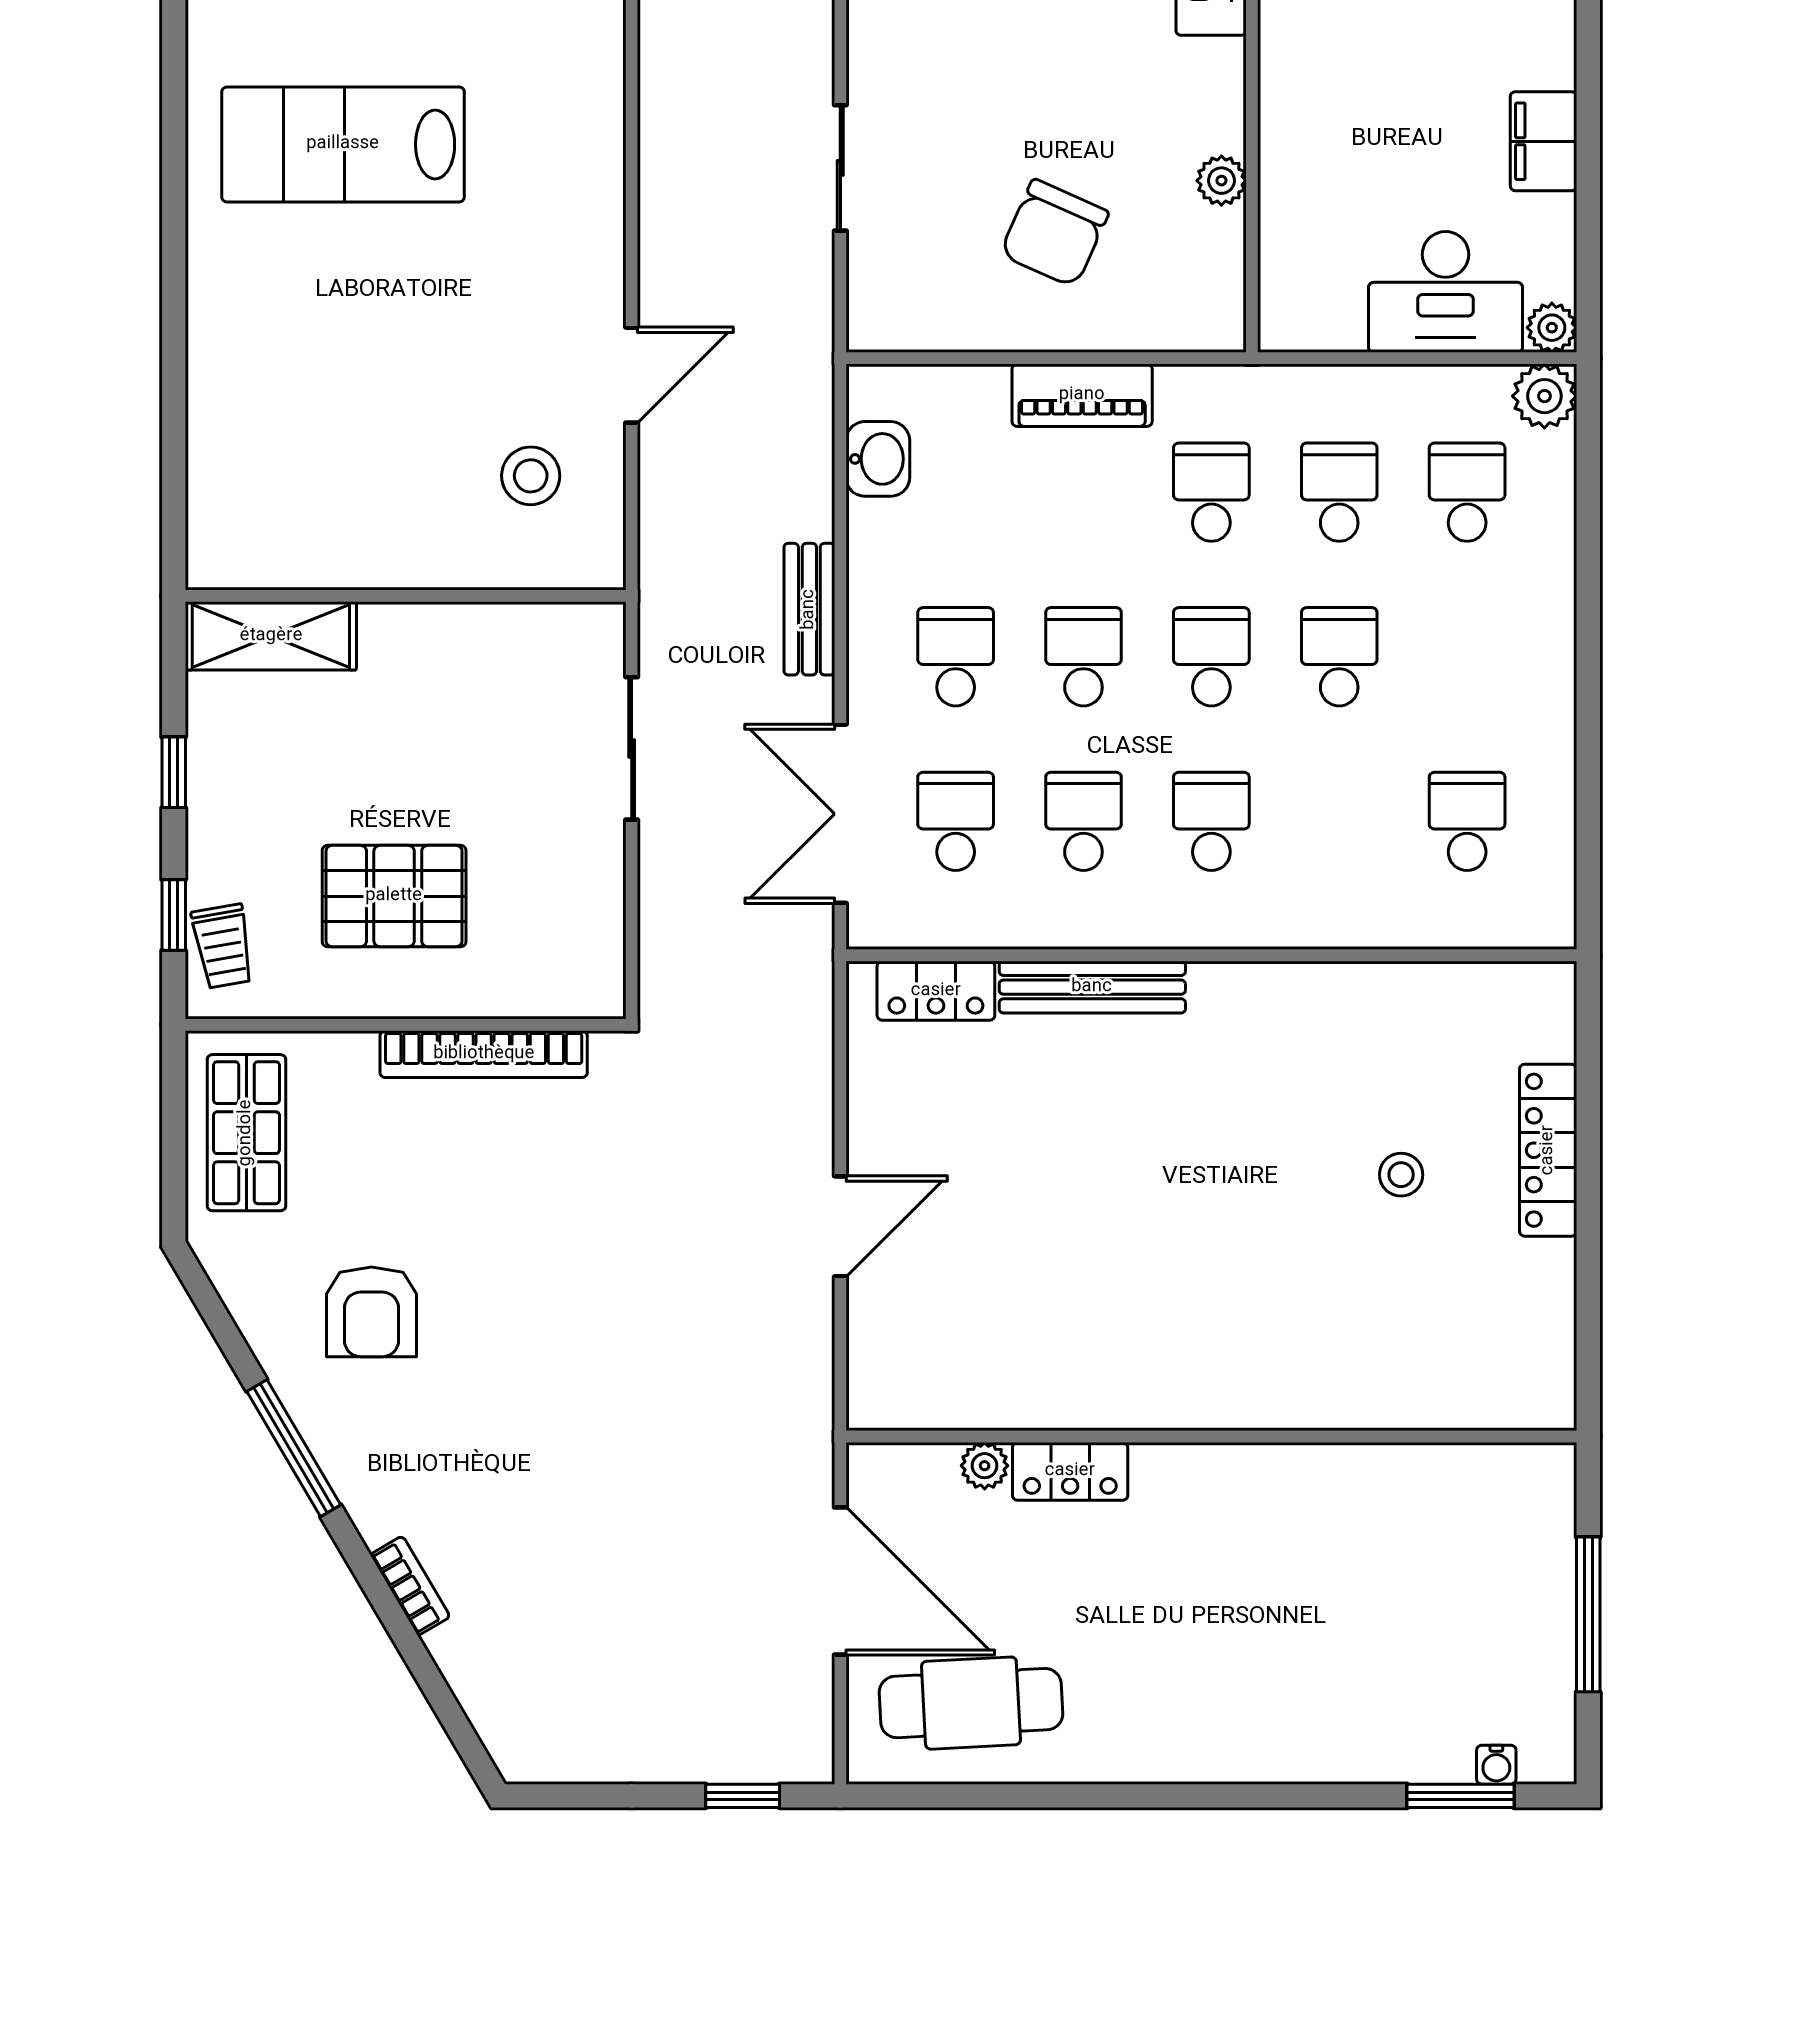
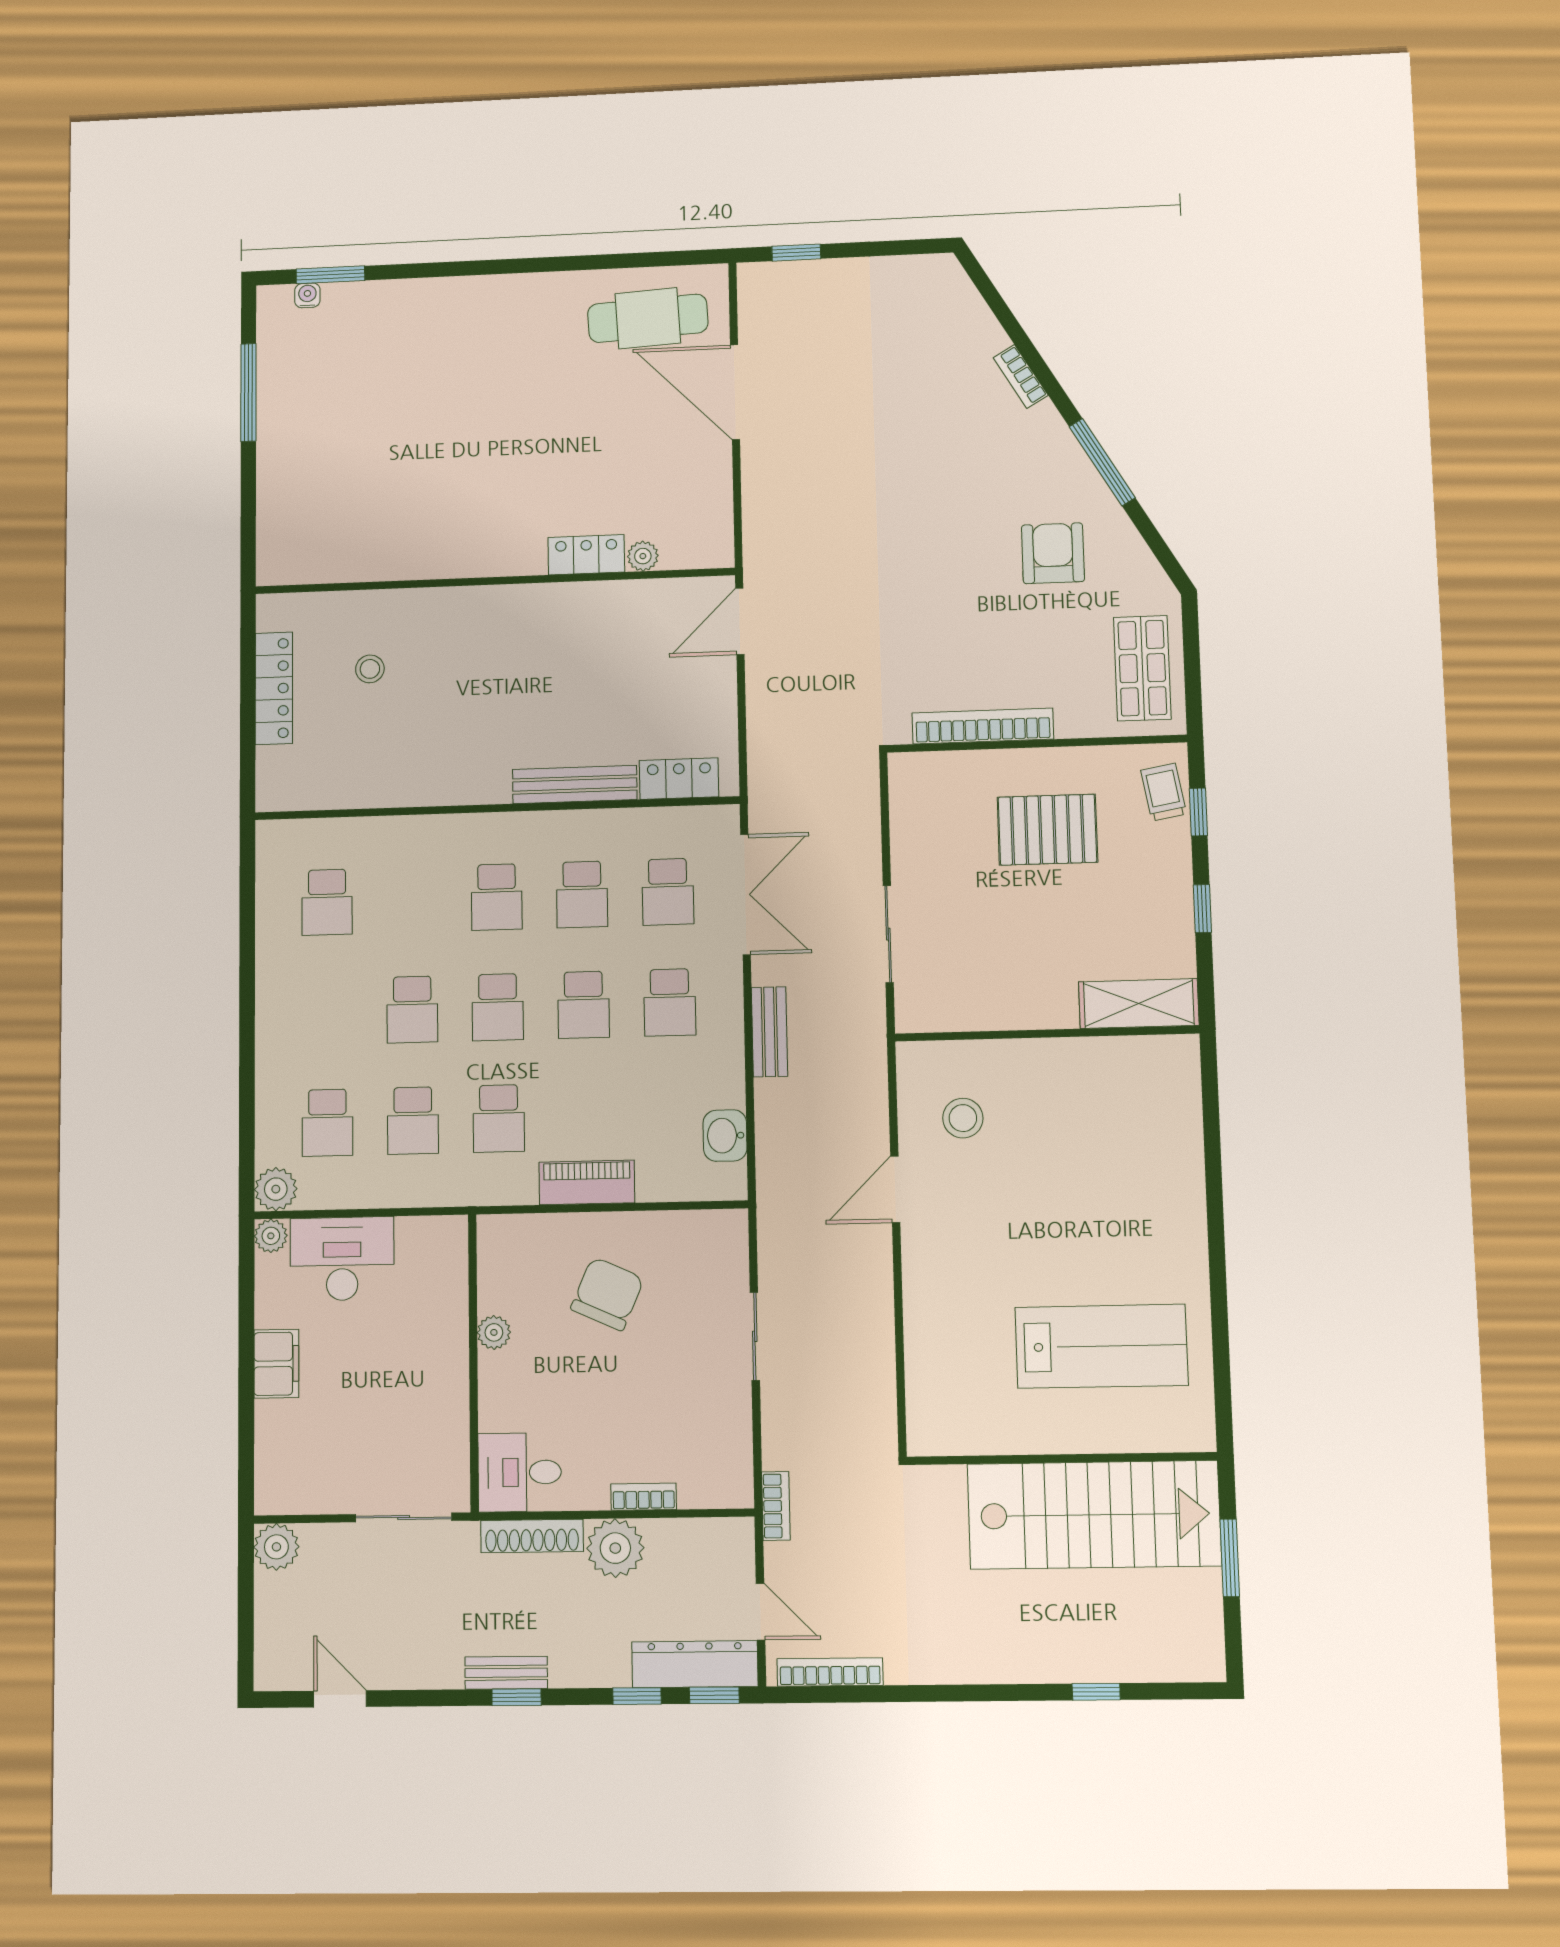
wall: (1211, 1436) -> (494, 581), moved
plant: (985, 1466) -> (643, 556), moved
locker: (1070, 1471) -> (586, 555), moved

